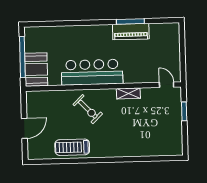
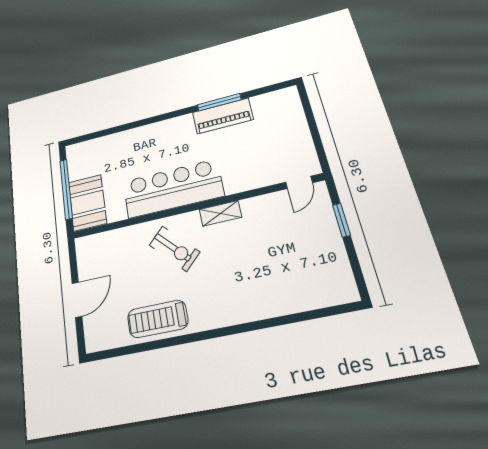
door: (167, 85) -> (299, 182), swing flipped
shelving: (128, 93) -> (220, 213), moved

